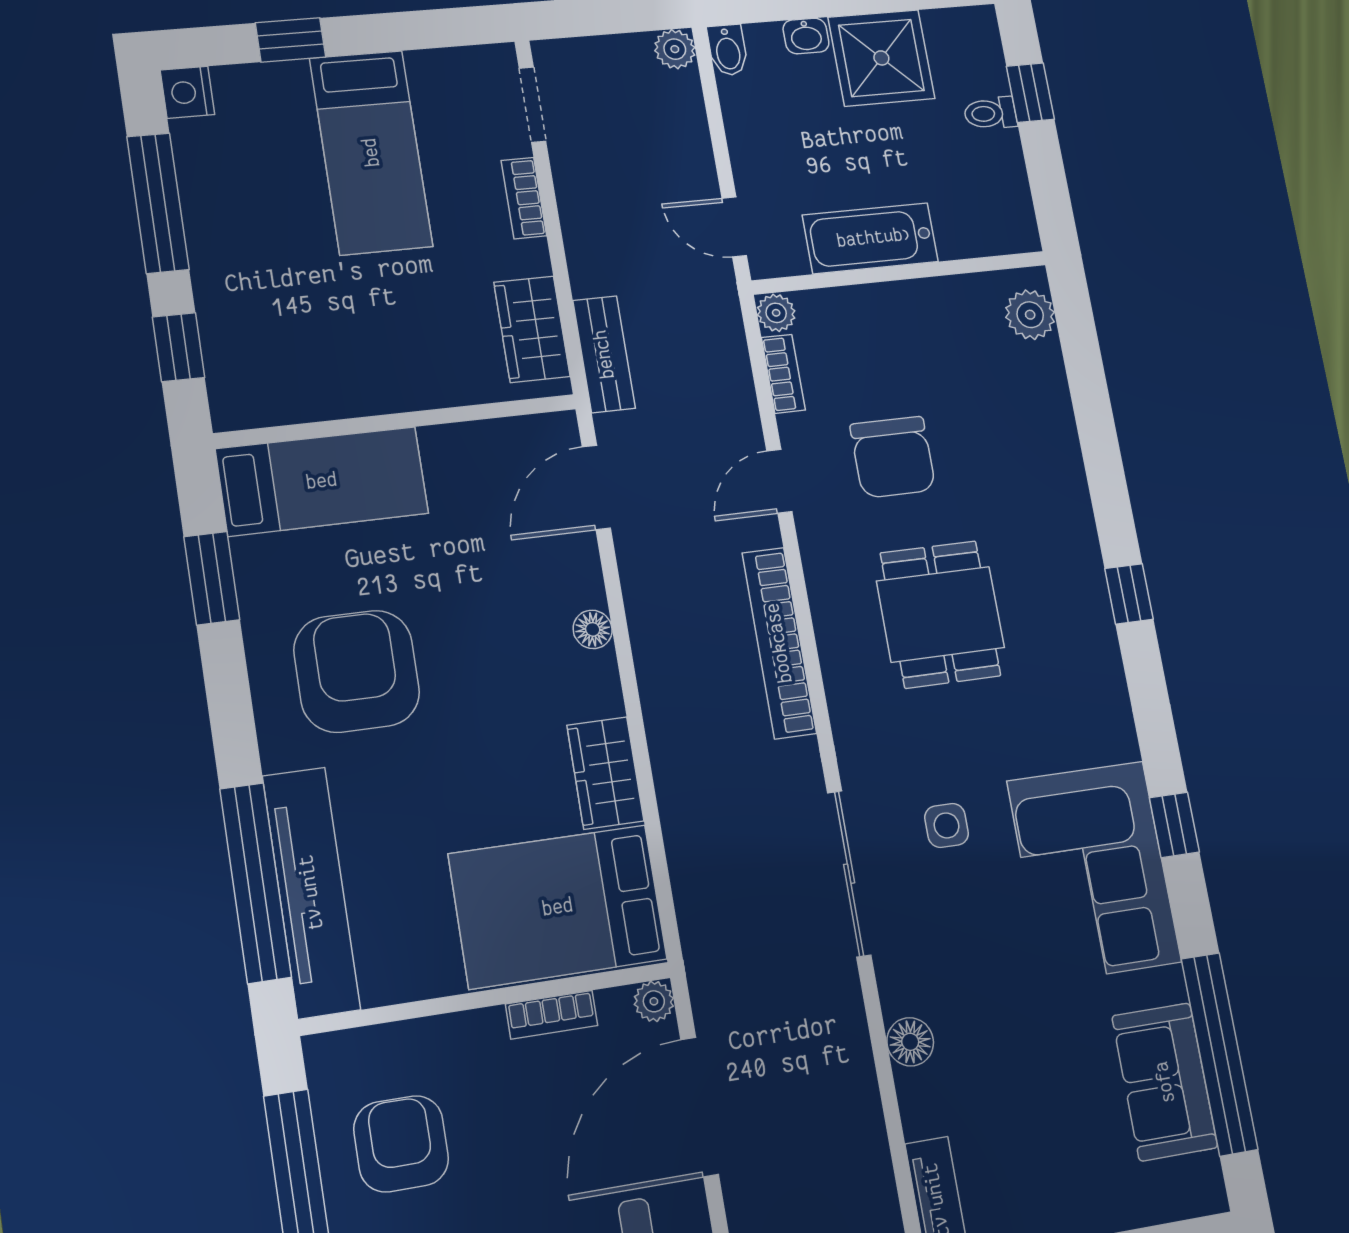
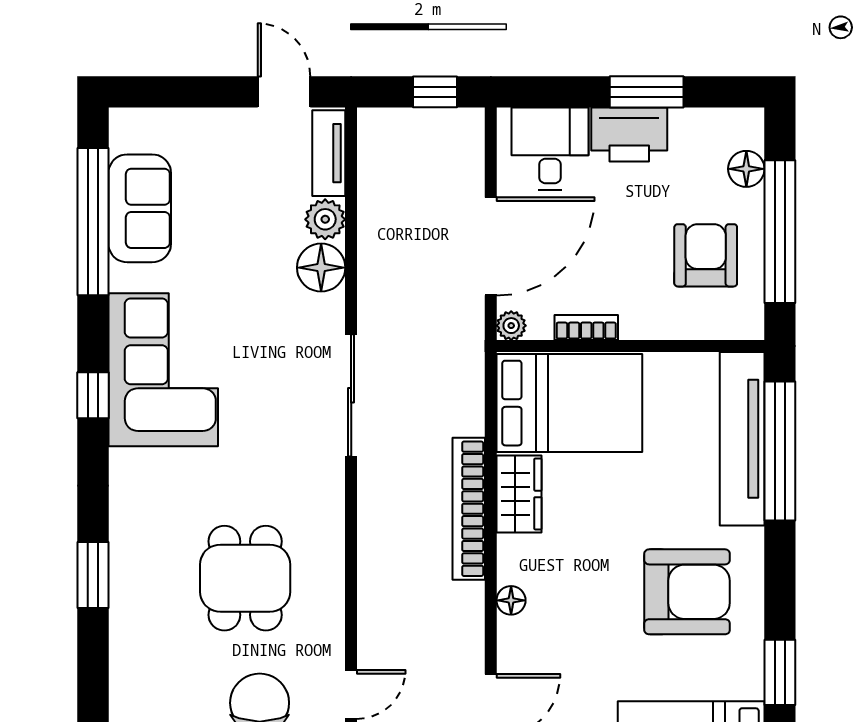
window: (1129, 594) -> (93, 575), width x1.50
bookcase: (779, 643) -> (469, 509), moved, turned 180
armchair: (357, 671) -> (687, 592), turned -90
side table: (947, 825) -> (271, 420), removed
floor lamp: (910, 1042) -> (321, 268), width x1.38, depth x1.38
plant: (925, 1107) -> (325, 219), added
armchair: (401, 1144) -> (706, 255), turned 180

